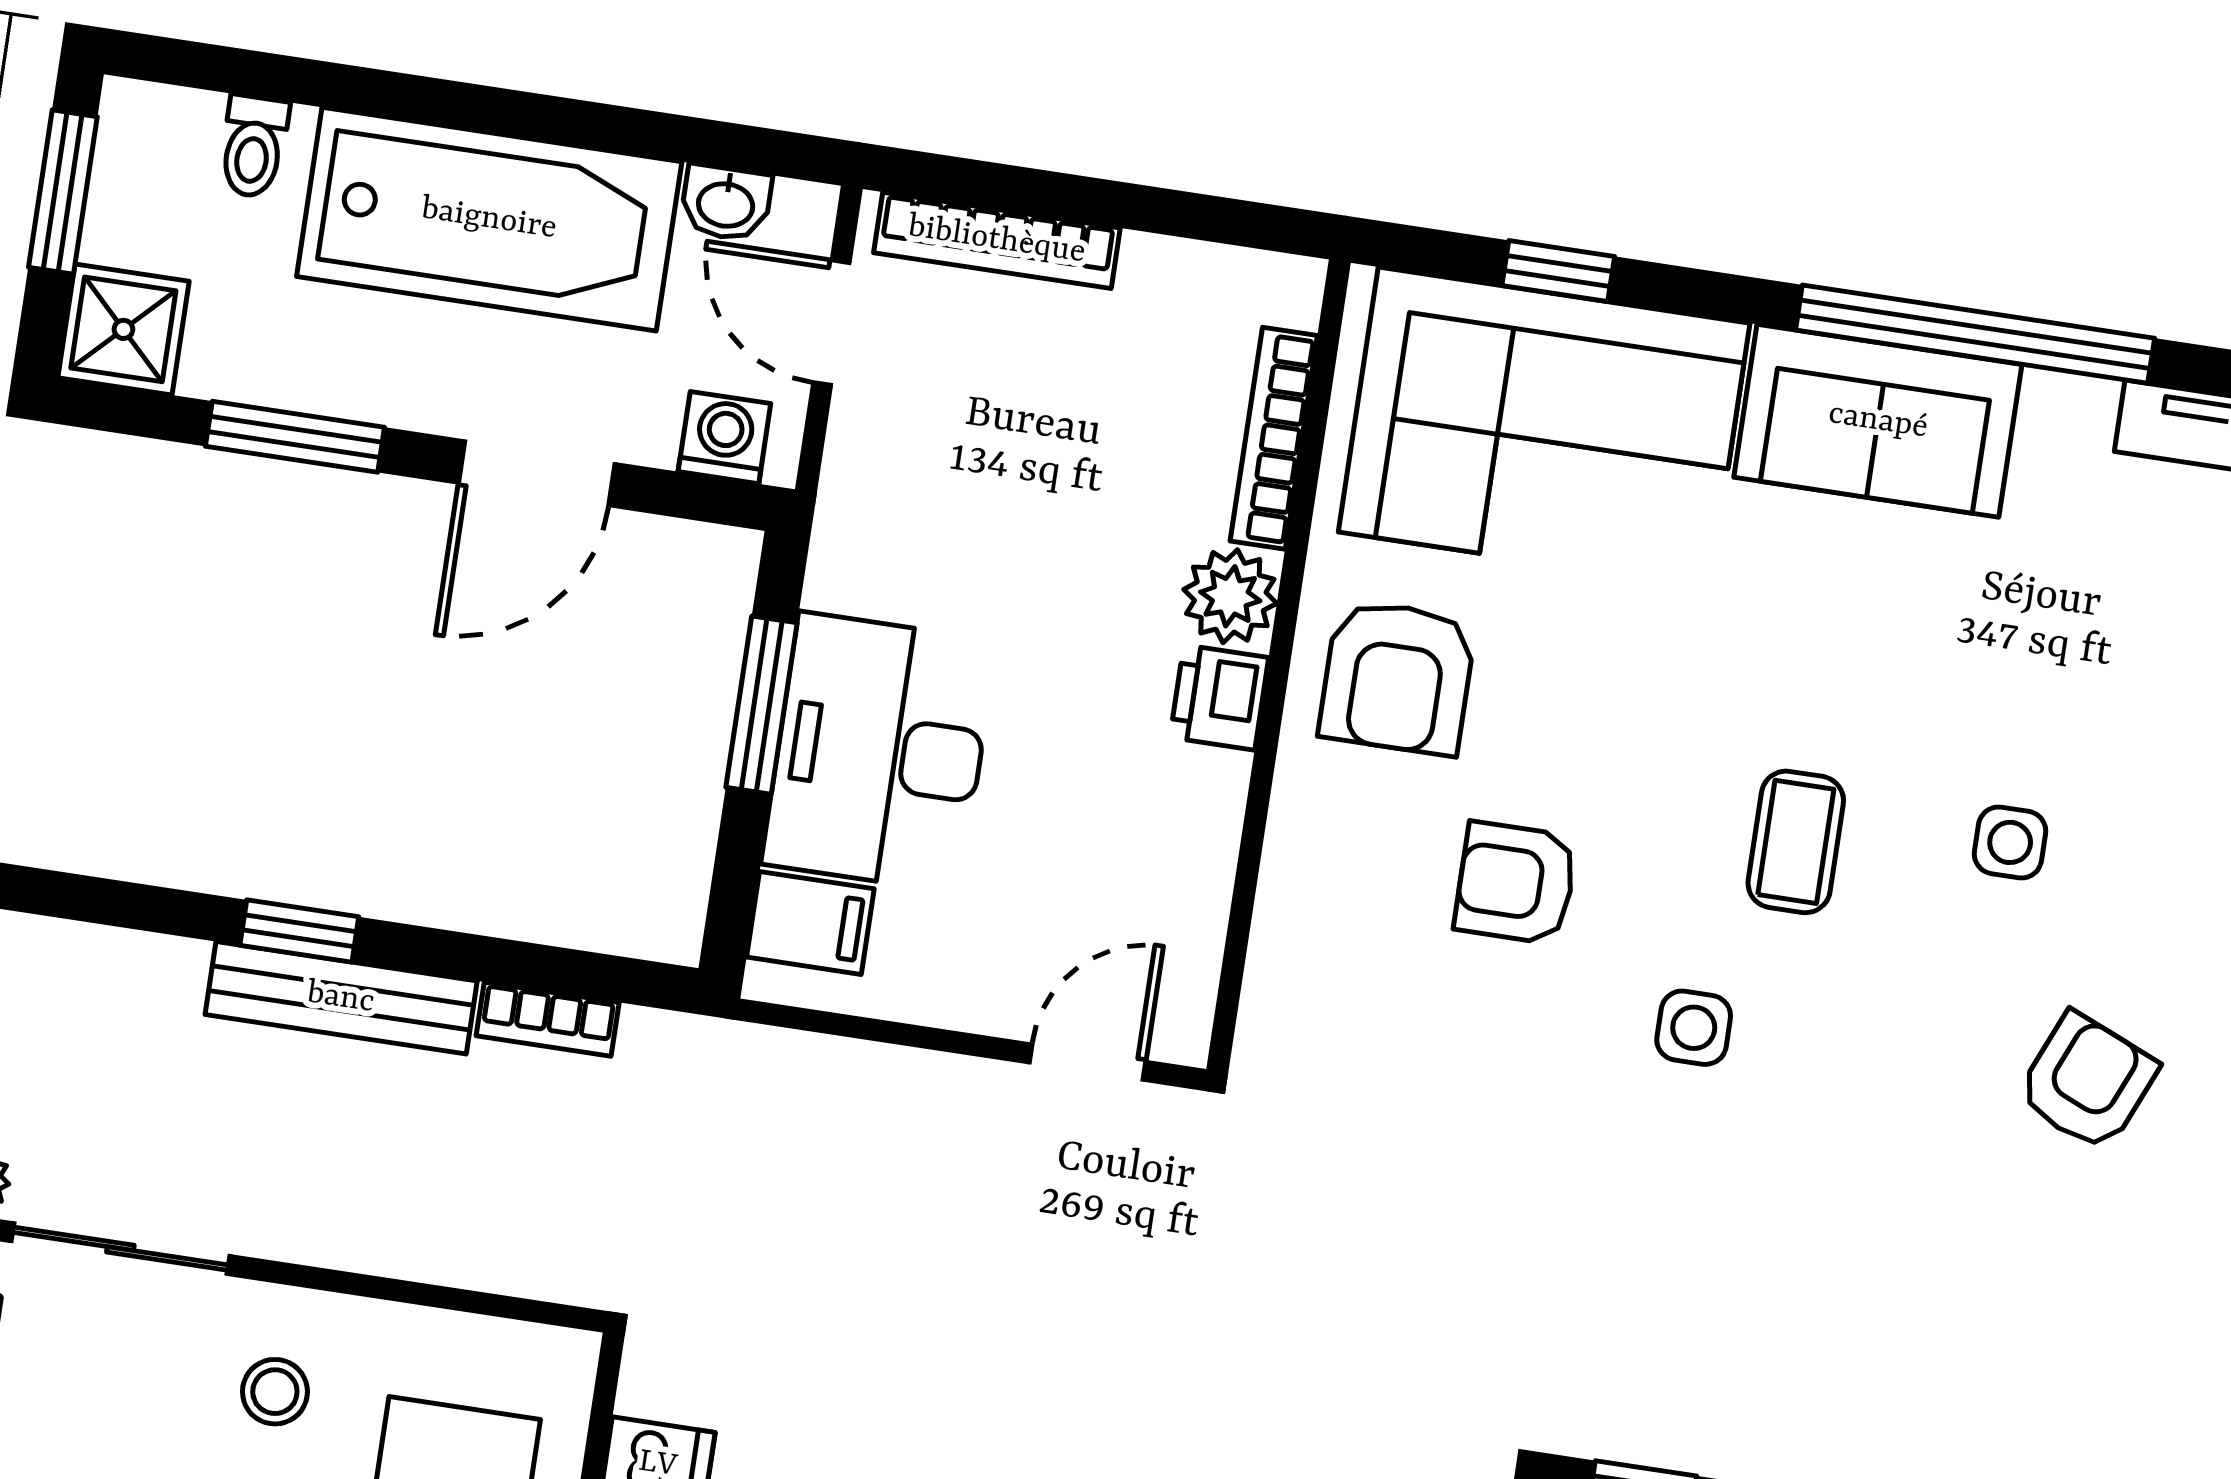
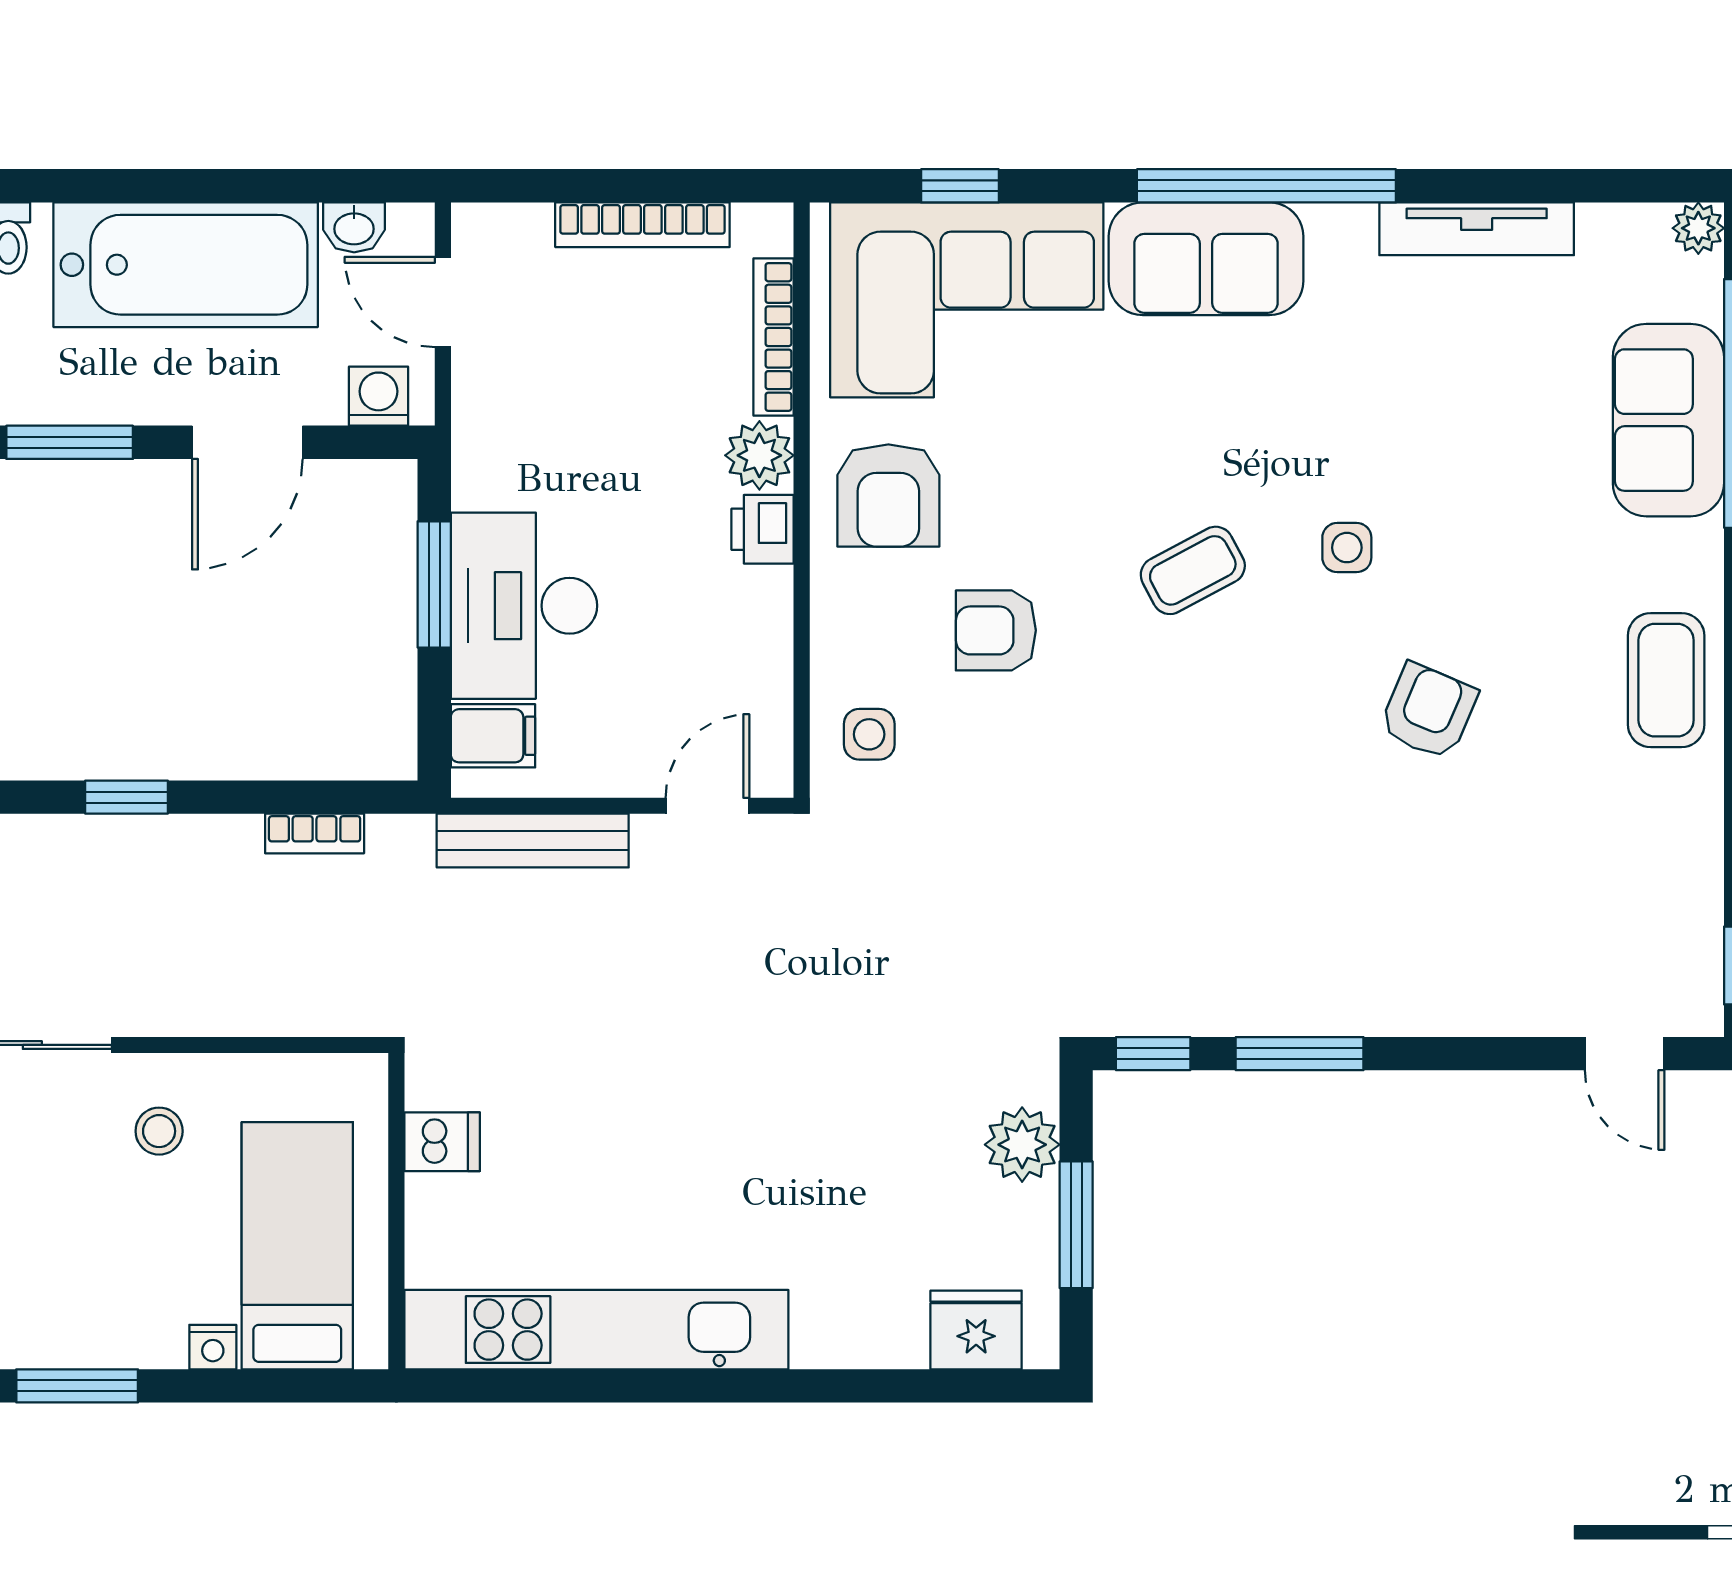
bookcase: (997, 240) -> (642, 225), moved
coffee table: (1796, 842) -> (1193, 570), turned 62
bench: (341, 998) -> (533, 841), moved
side table: (1694, 1028) -> (869, 734), moved

